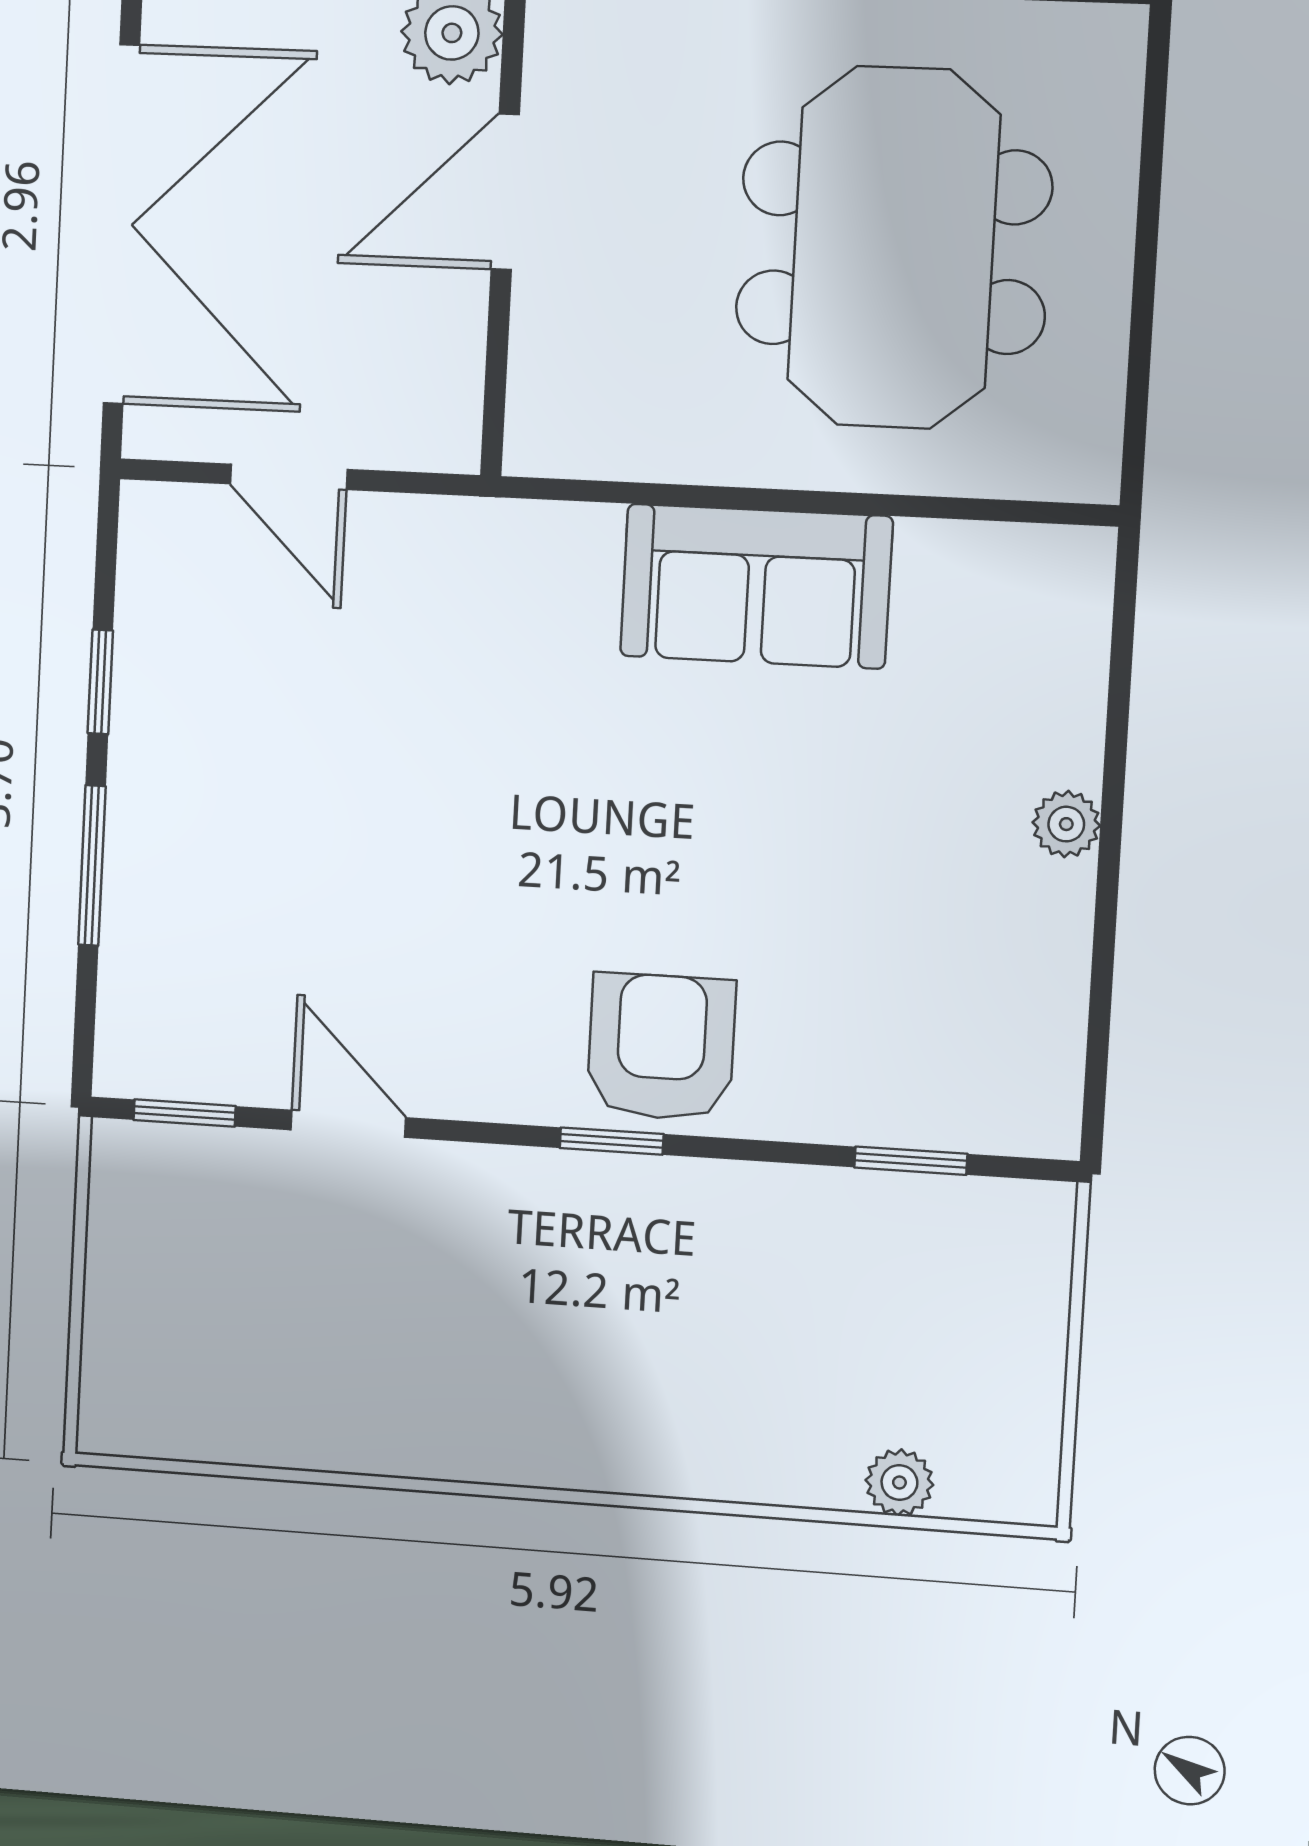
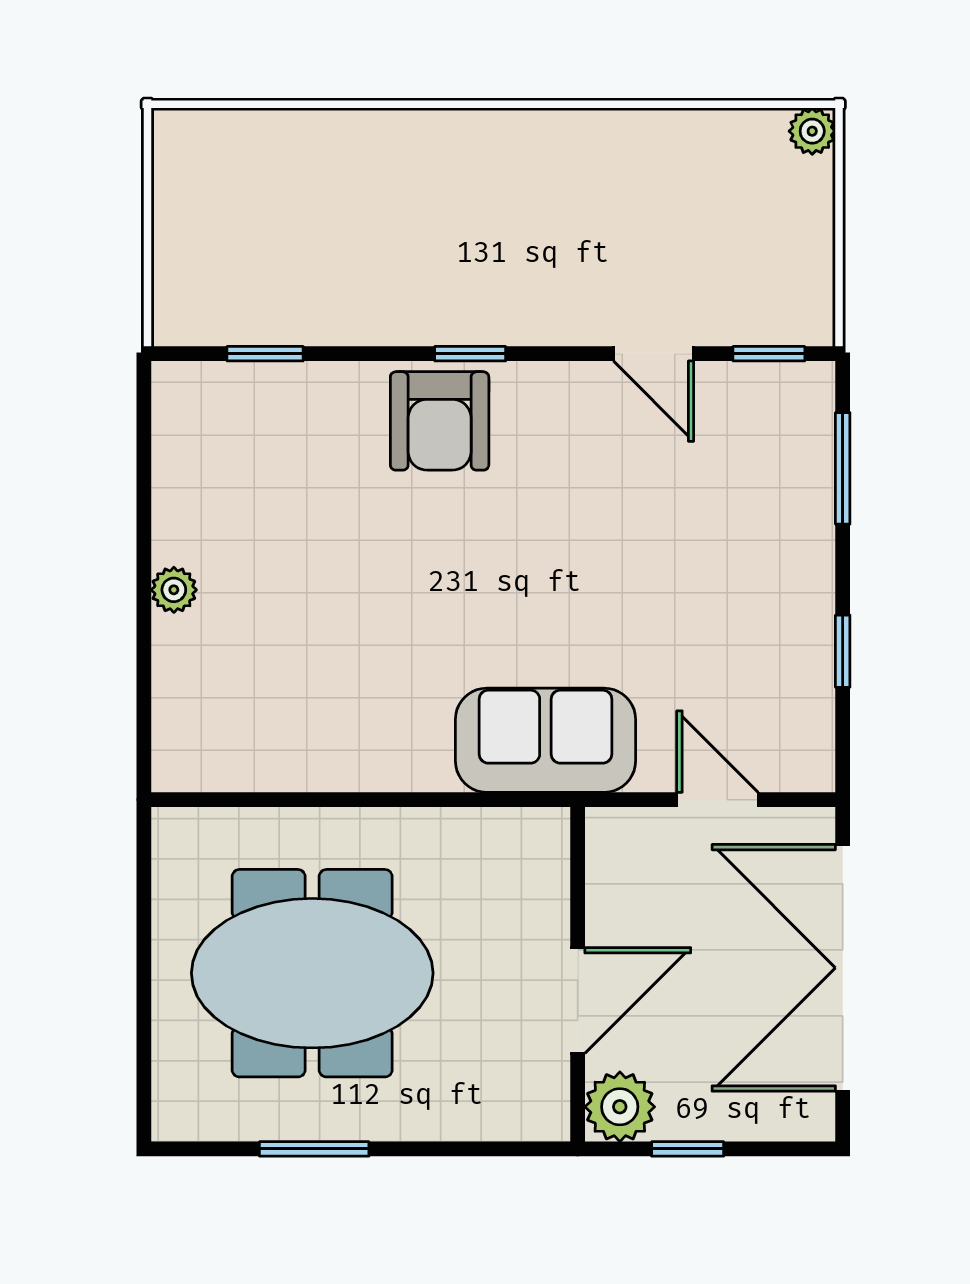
meeting table: (894, 248) -> (312, 973), turned 90
sofa: (756, 586) -> (545, 740), moved
window: (92, 866) -> (843, 468), moved
plant: (899, 1483) -> (812, 131), moved

